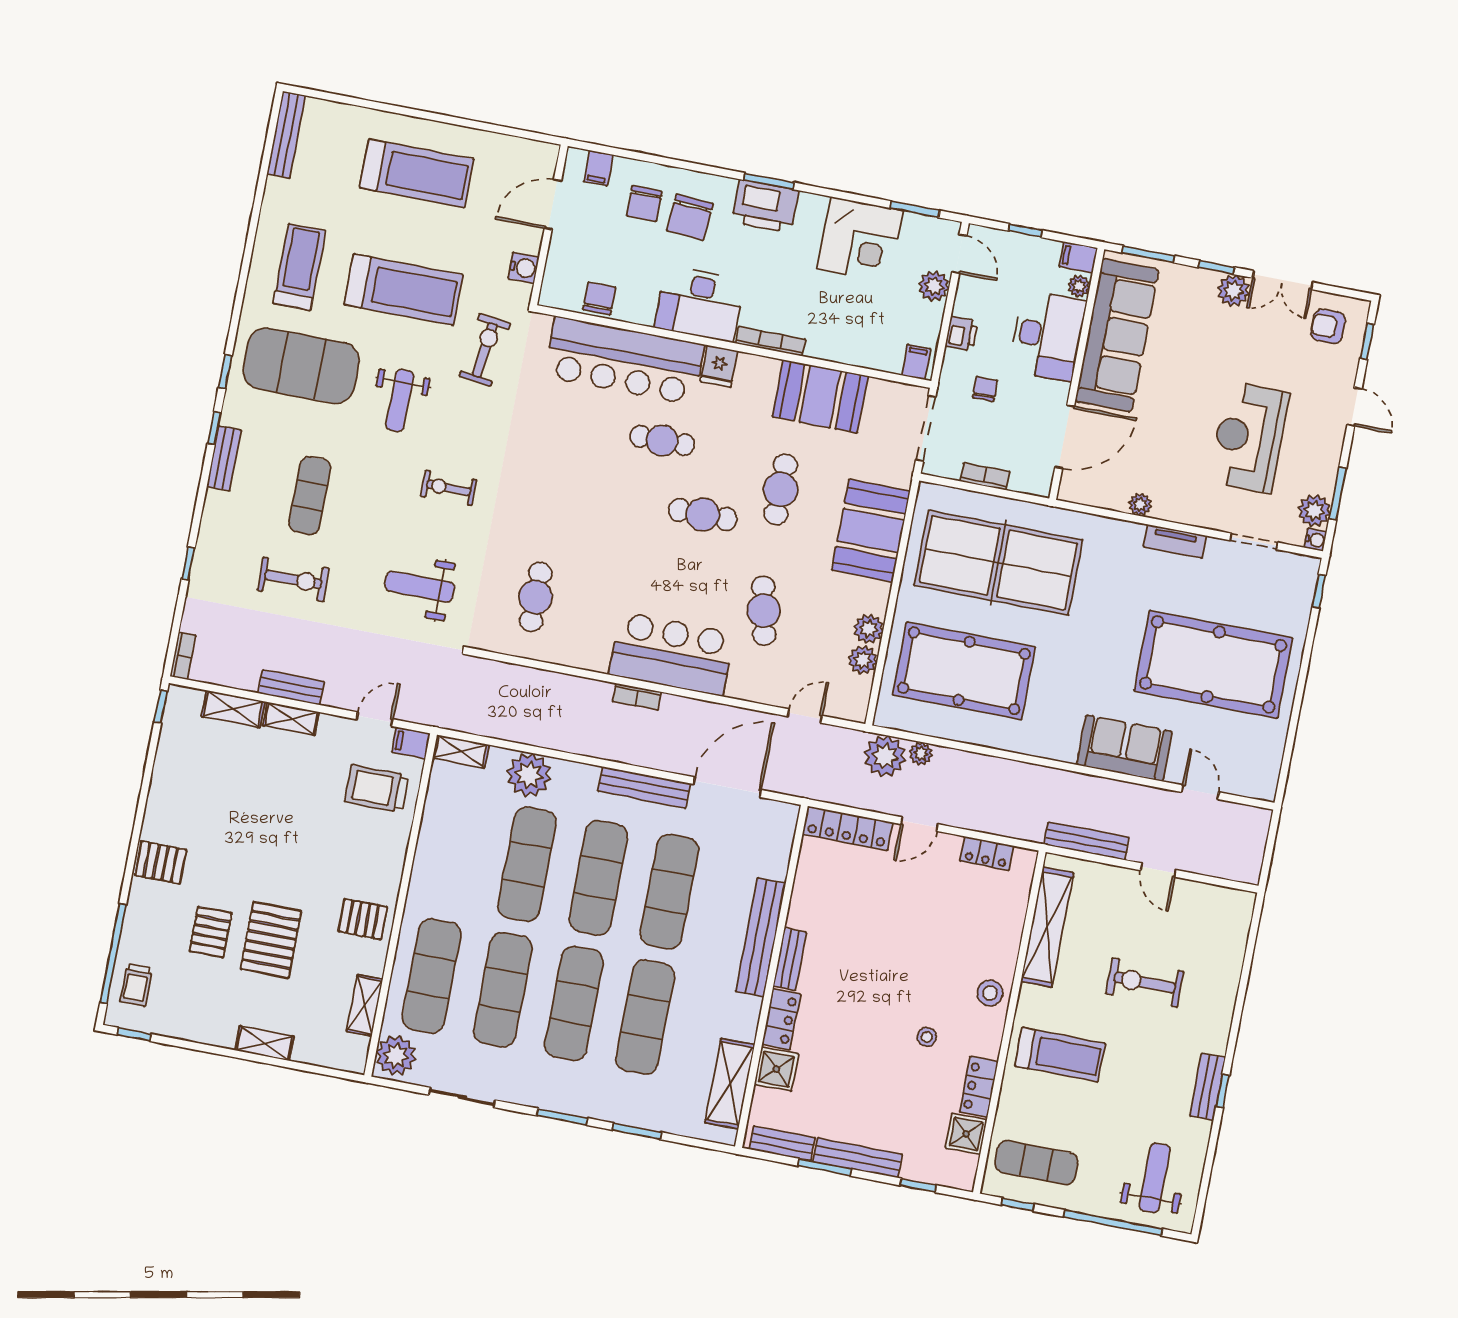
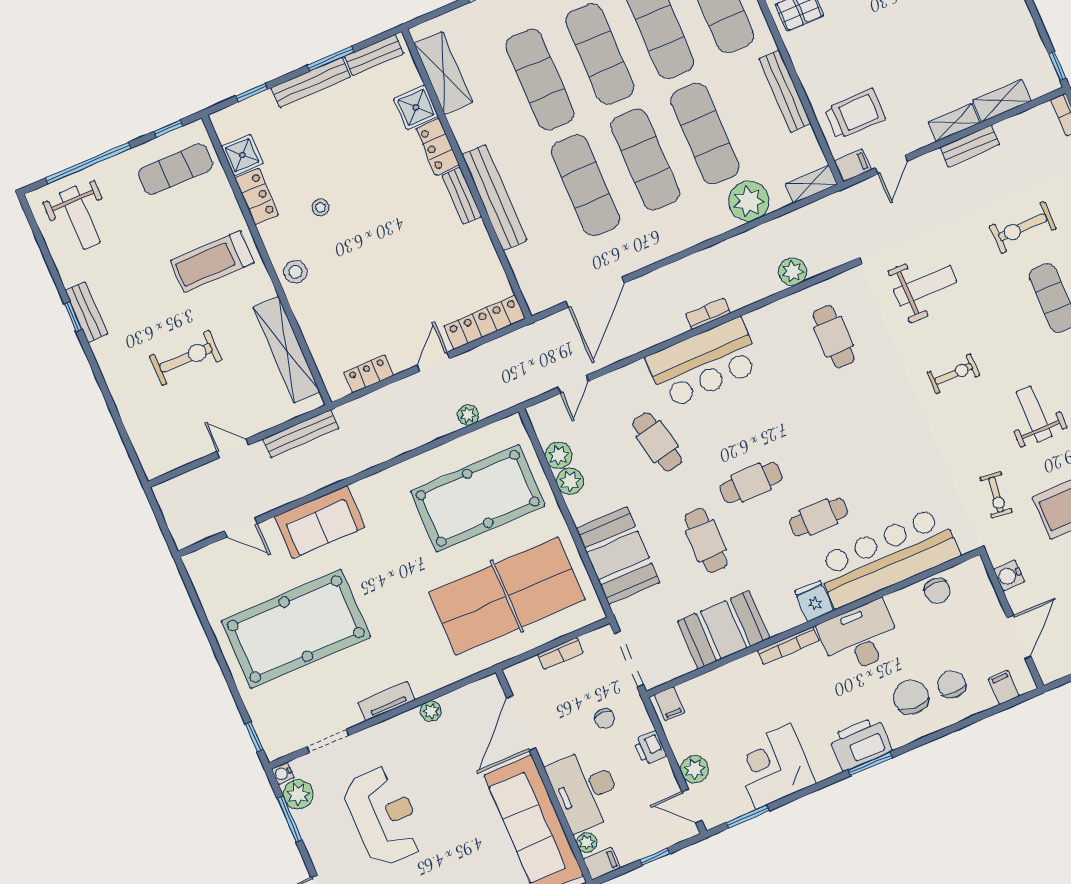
exercise bike: (485, 350) -> (996, 495), width x0.73, depth x0.72
plant: (885, 756) -> (793, 272), moved, width x0.73, depth x0.73
bench: (644, 787) -> (785, 91), moved, turned 90

